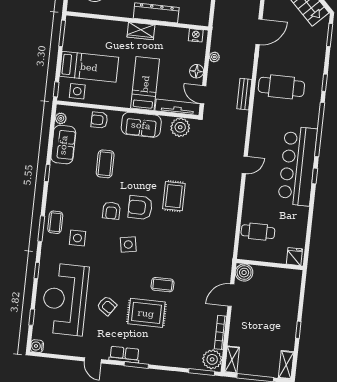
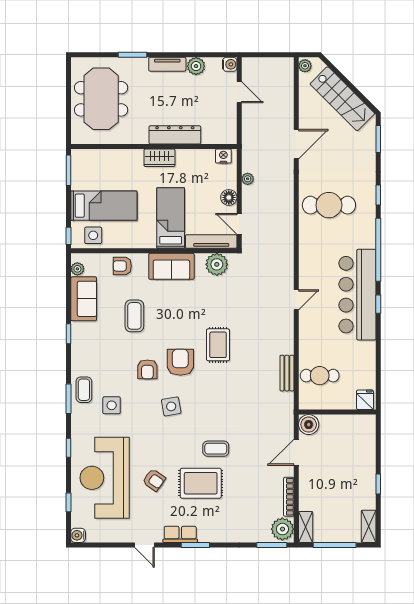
bench: (244, 94) -> (287, 373), moved
armchair: (140, 208) -> (180, 362), turned 90

